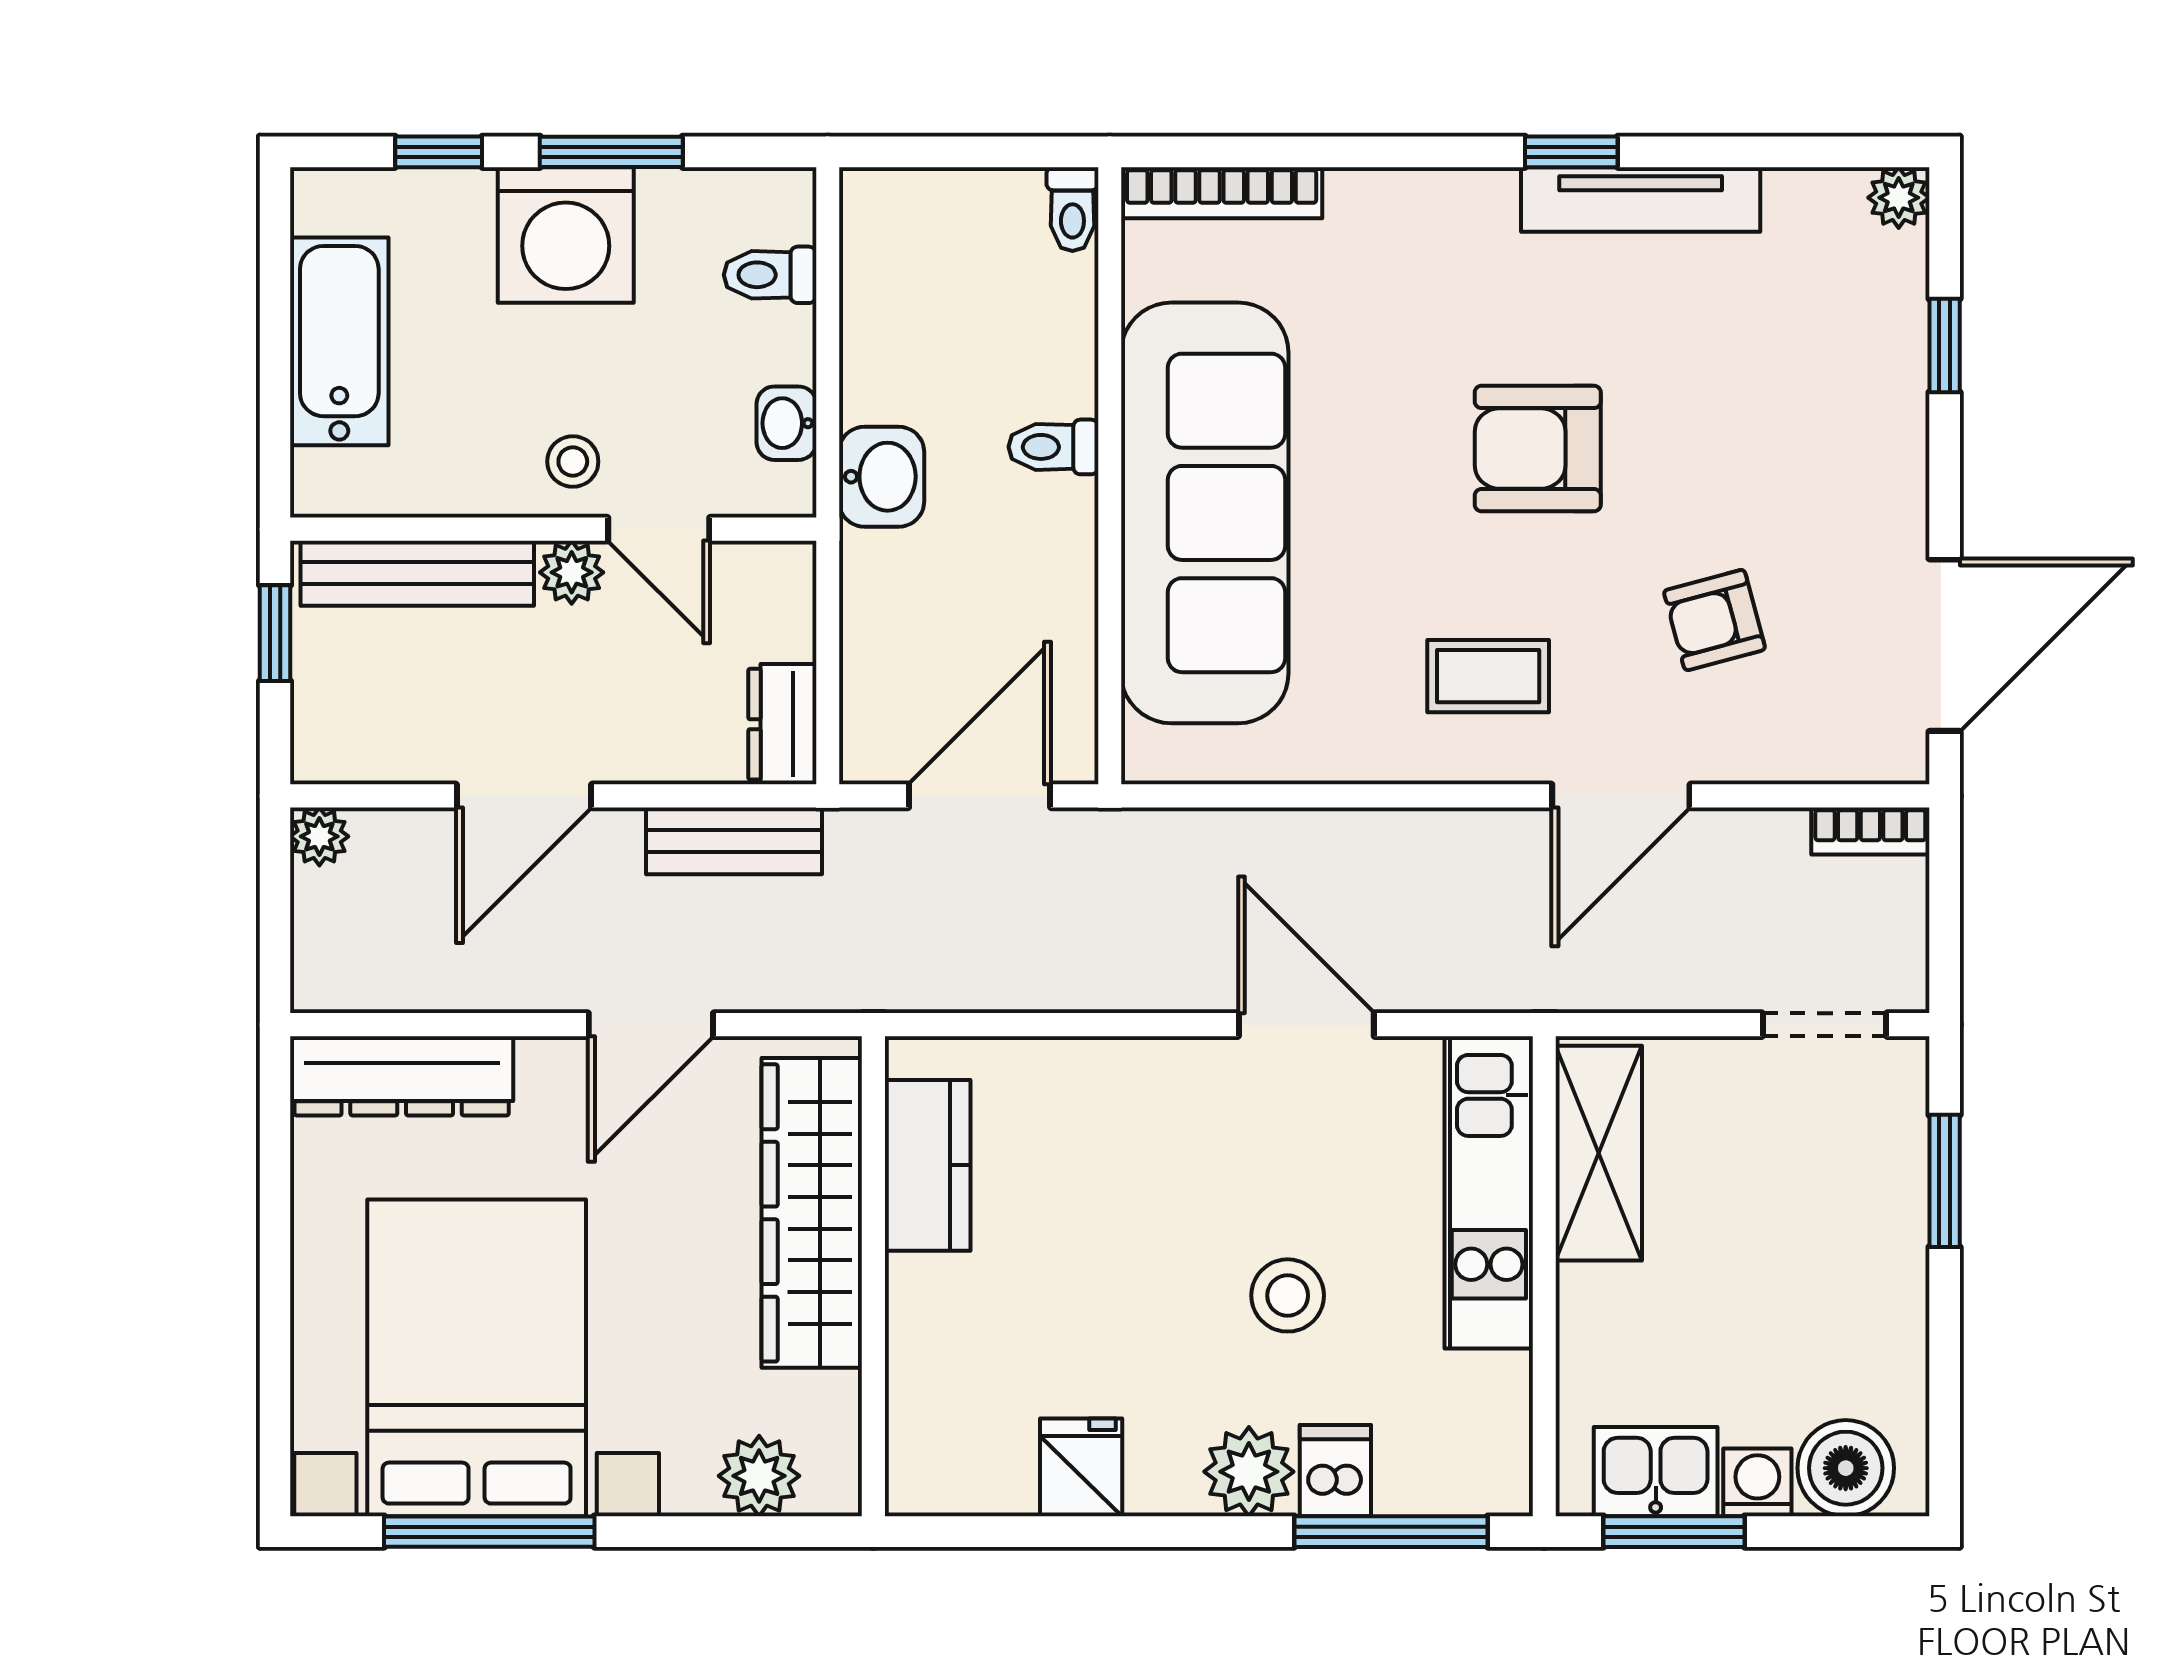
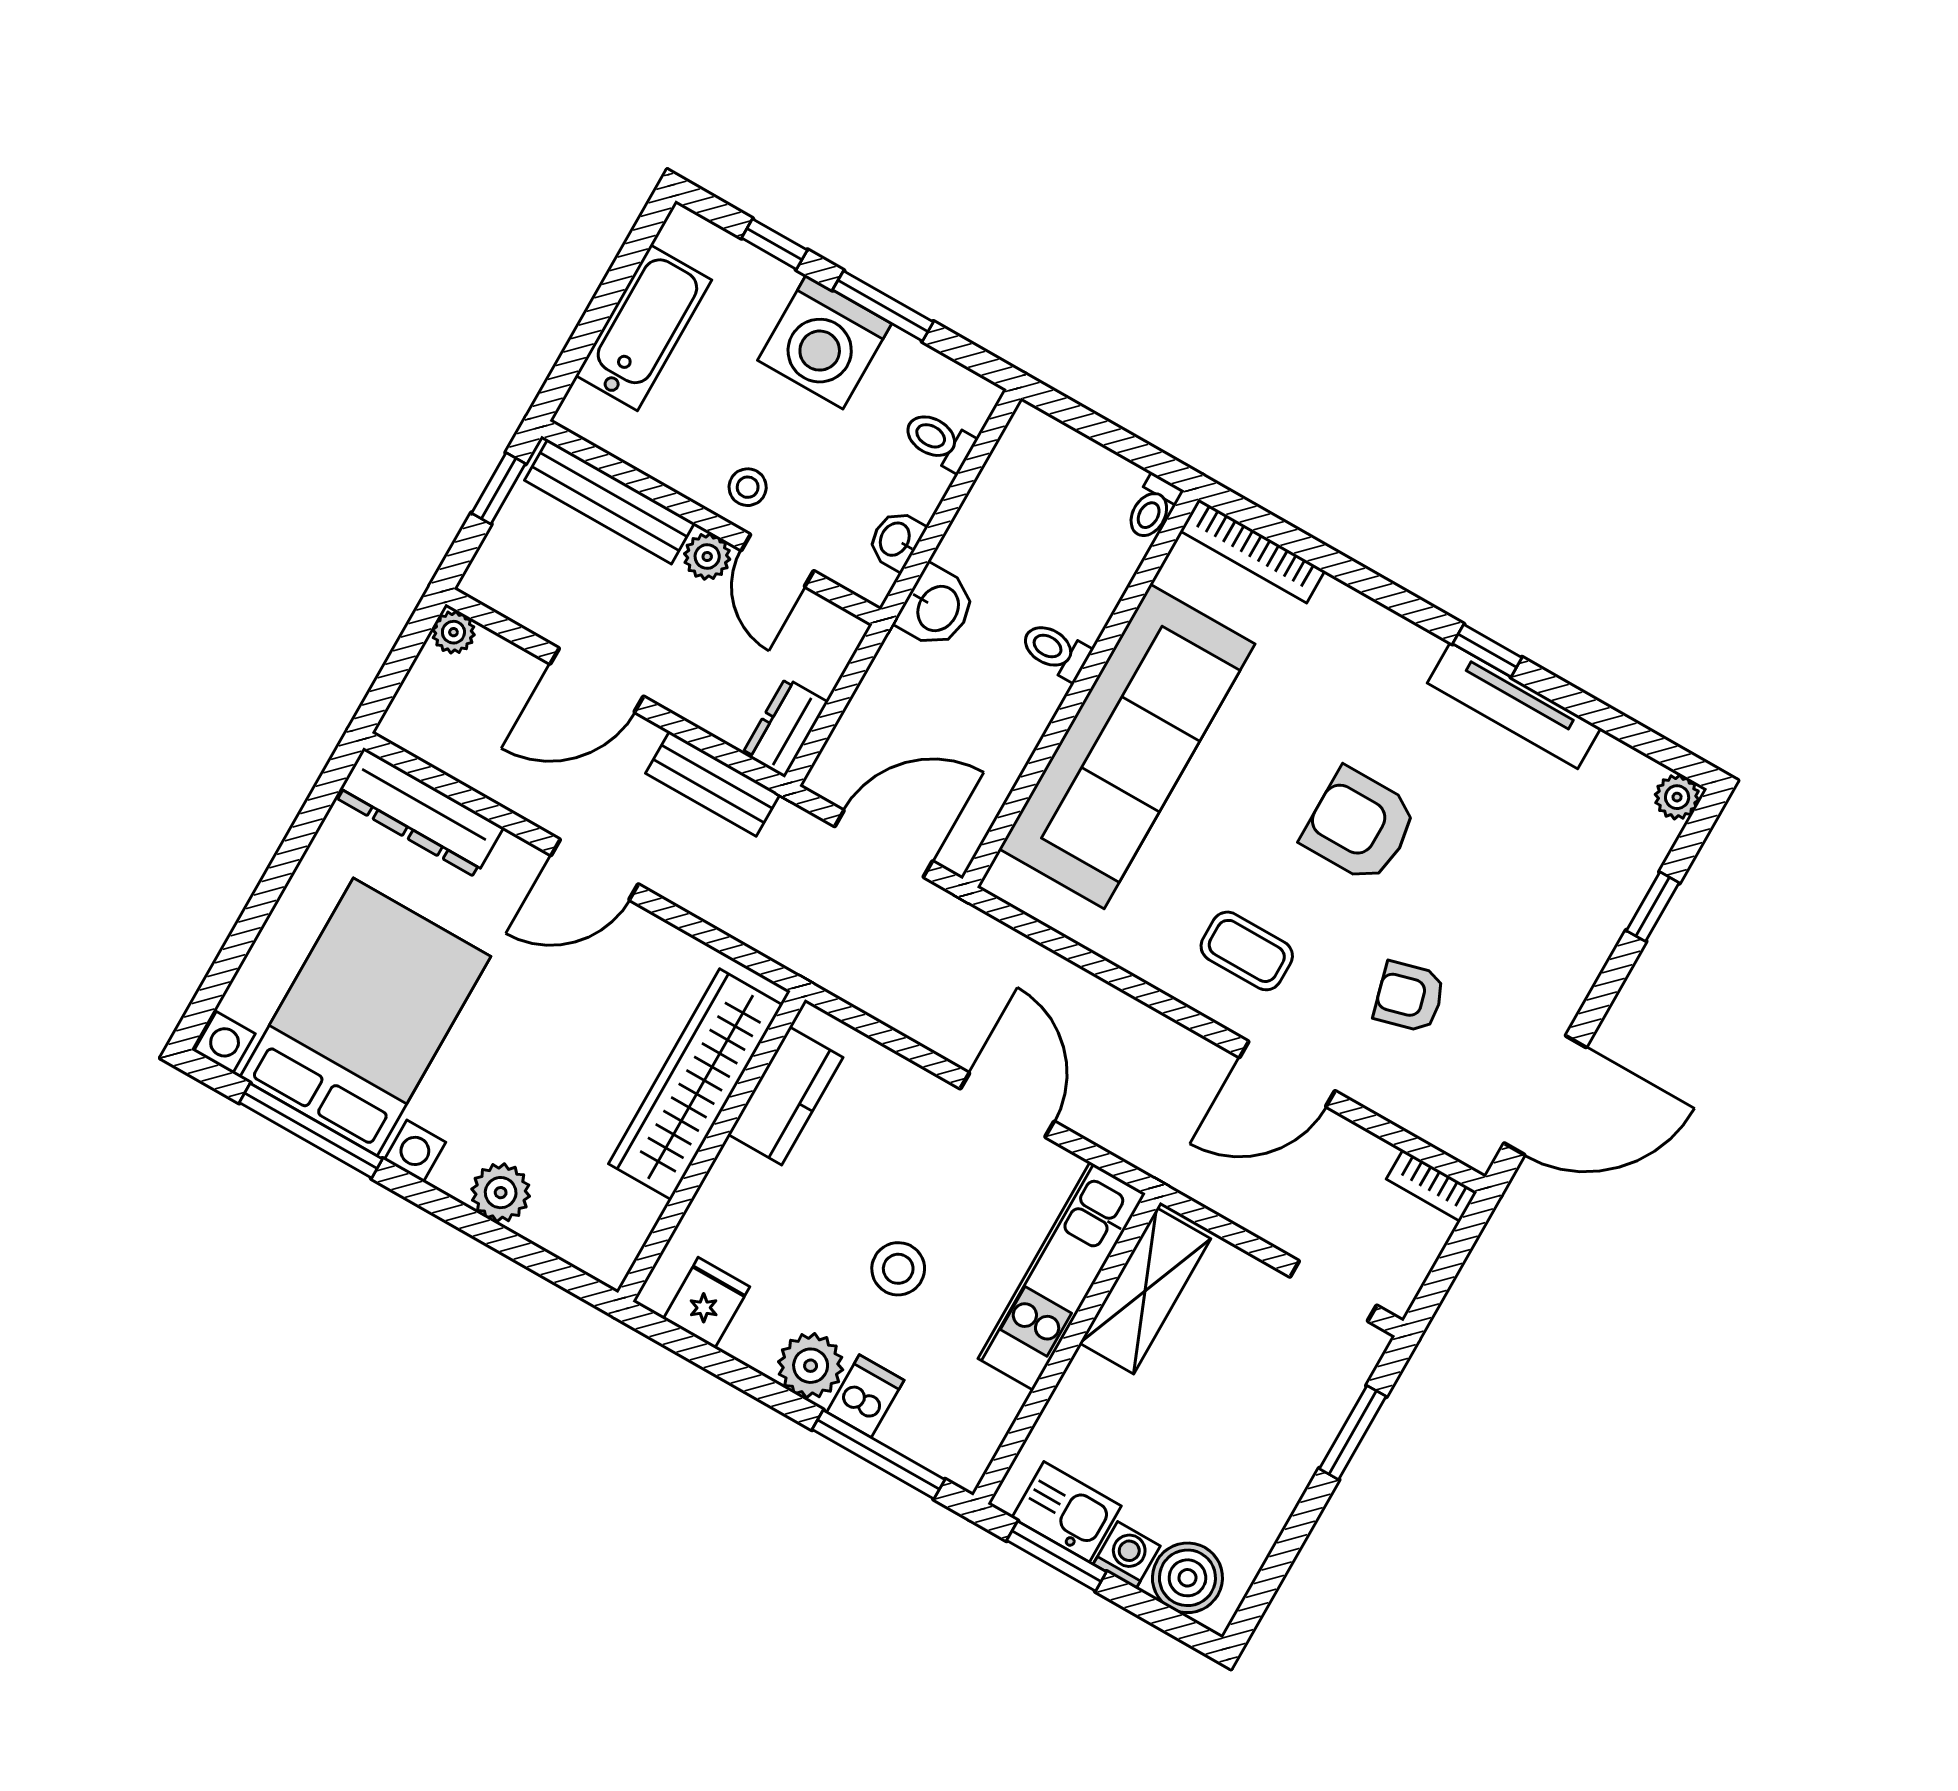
kitchen counter: (928, 1165) -> (785, 1096), moved
wardrobe: (812, 1213) -> (695, 1084), moved
wall: (873, 1276) -> (712, 1146), moved

